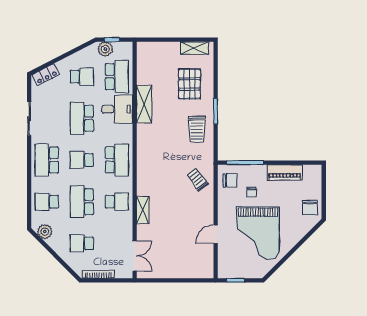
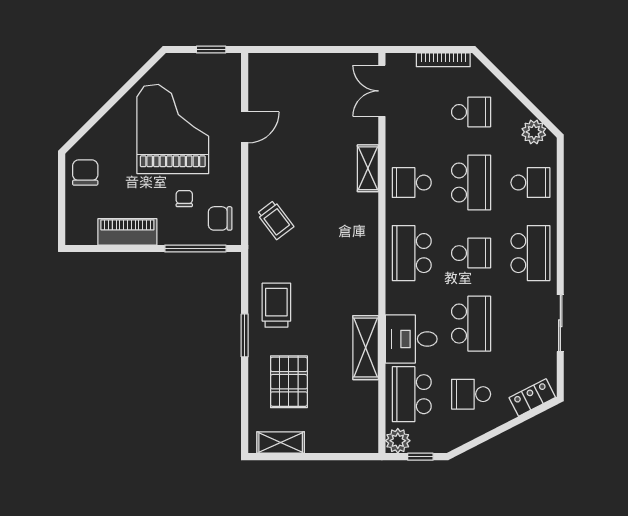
plant: (105, 49) -> (398, 441), moved

